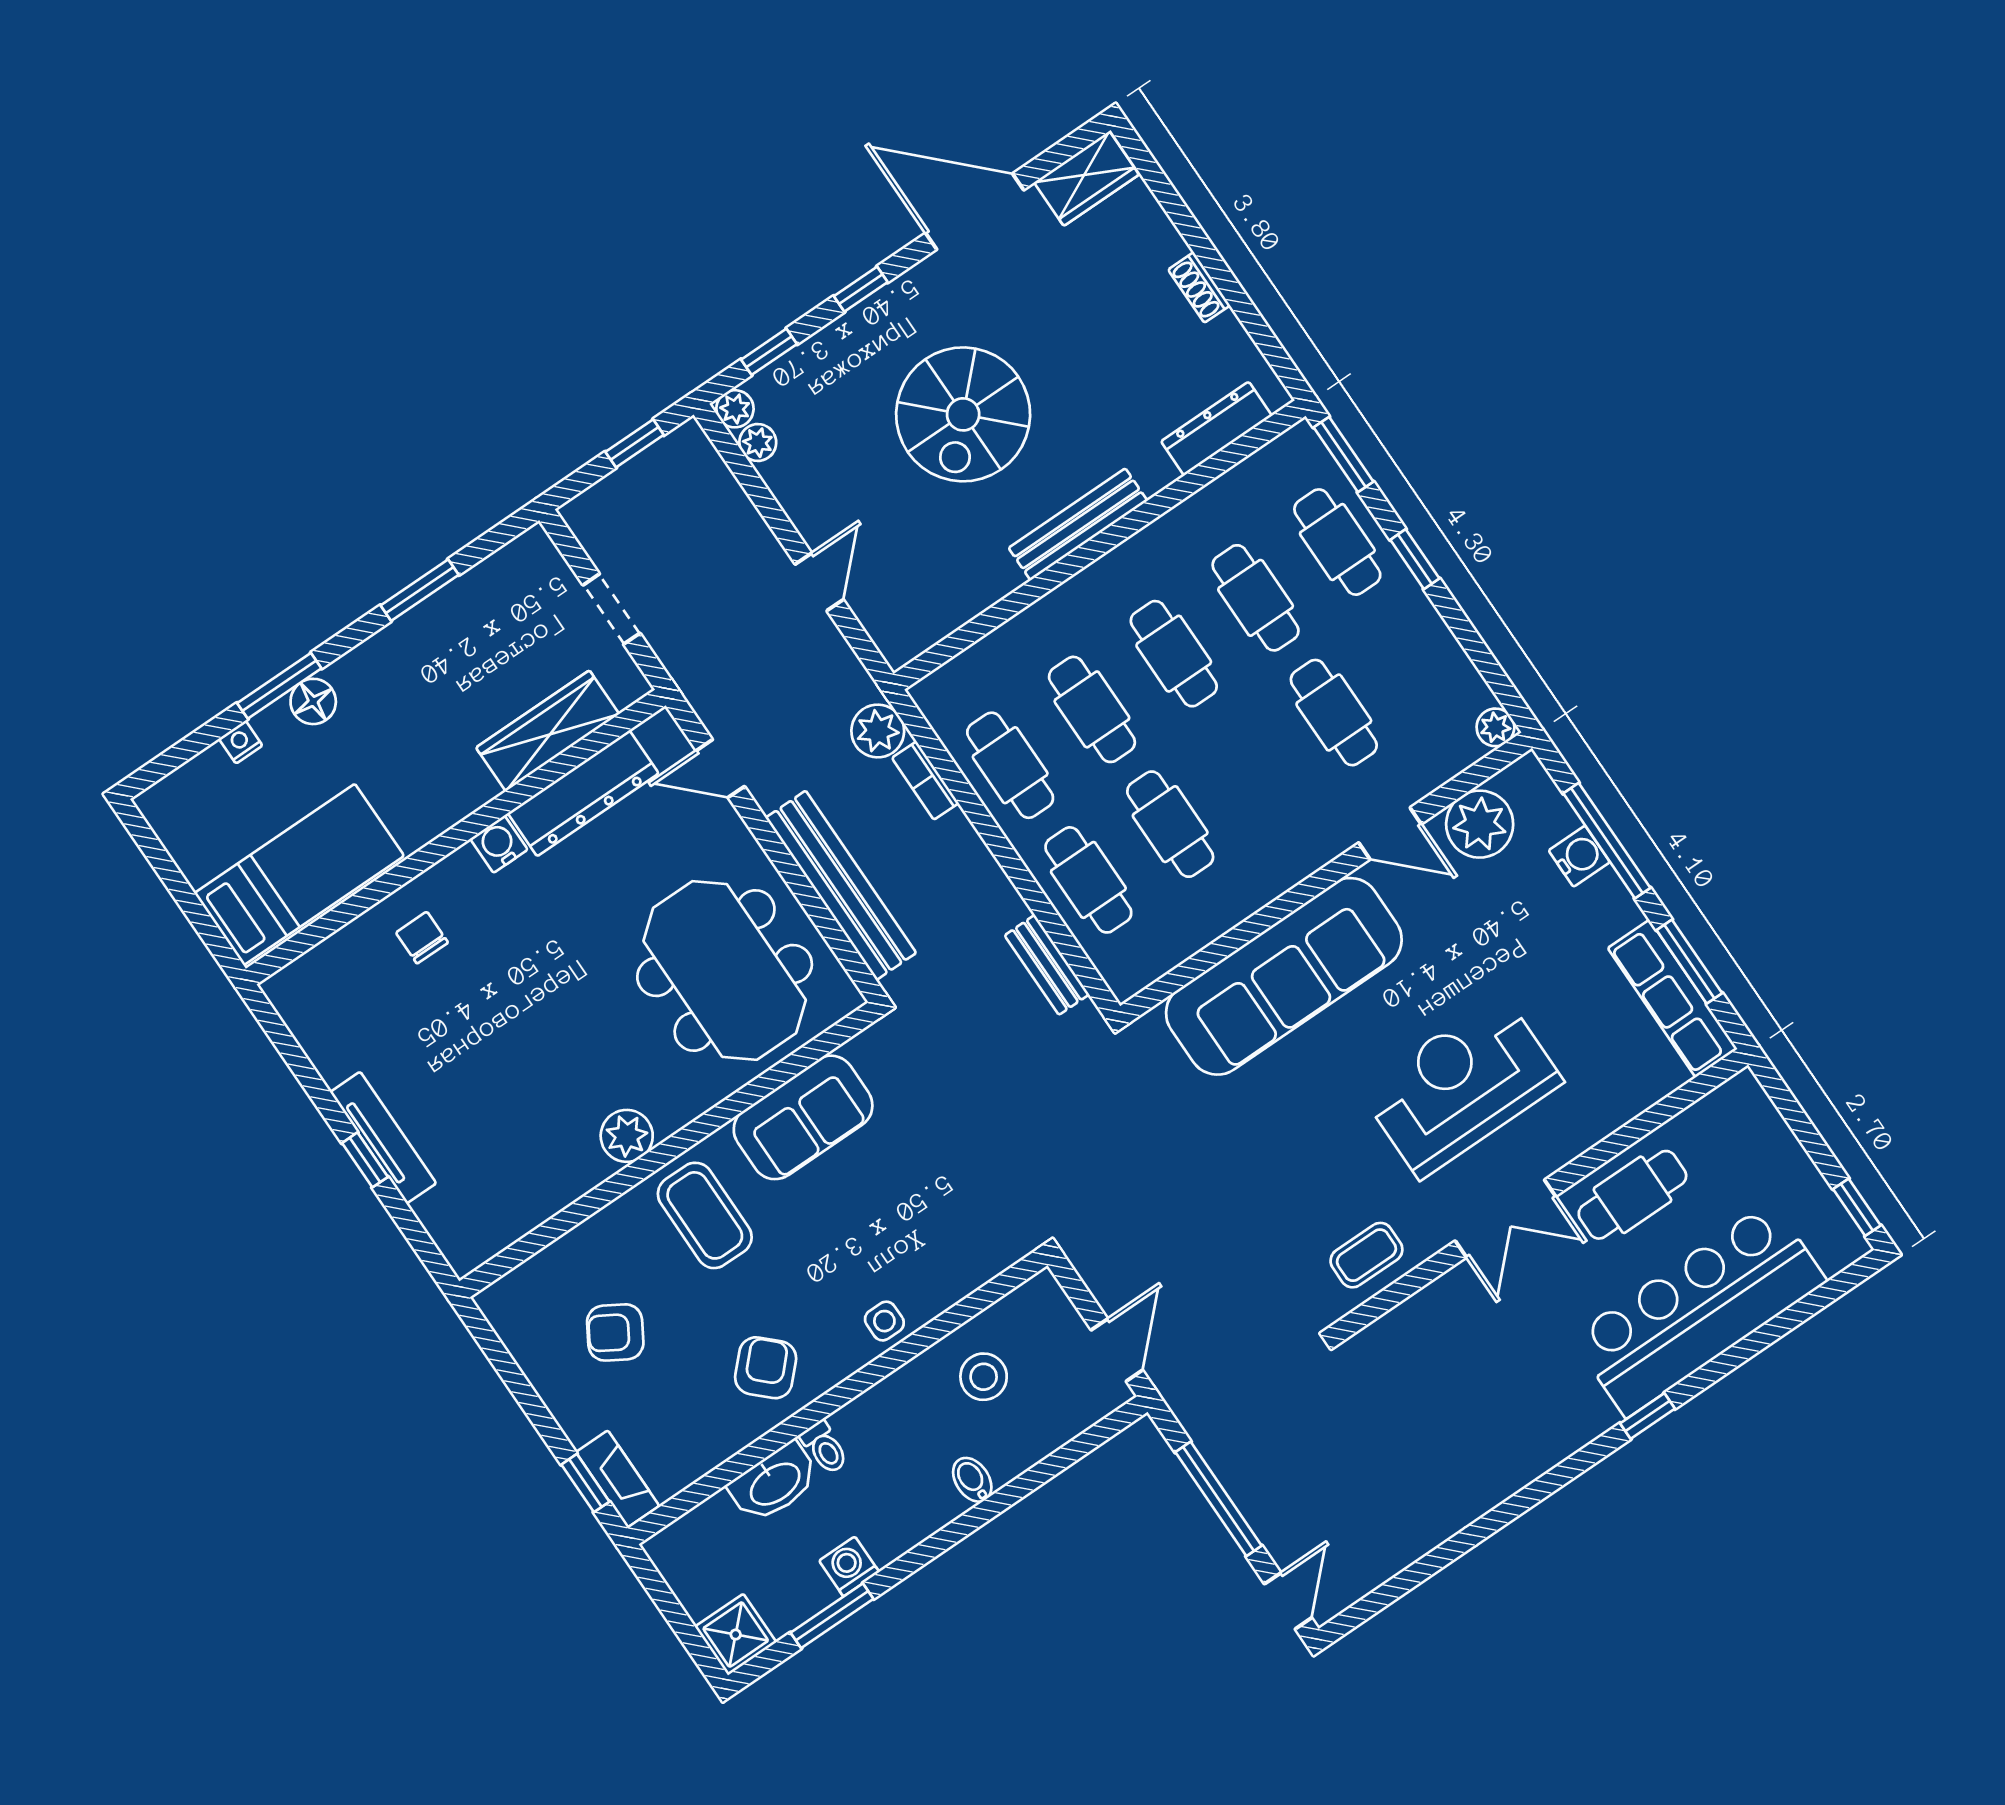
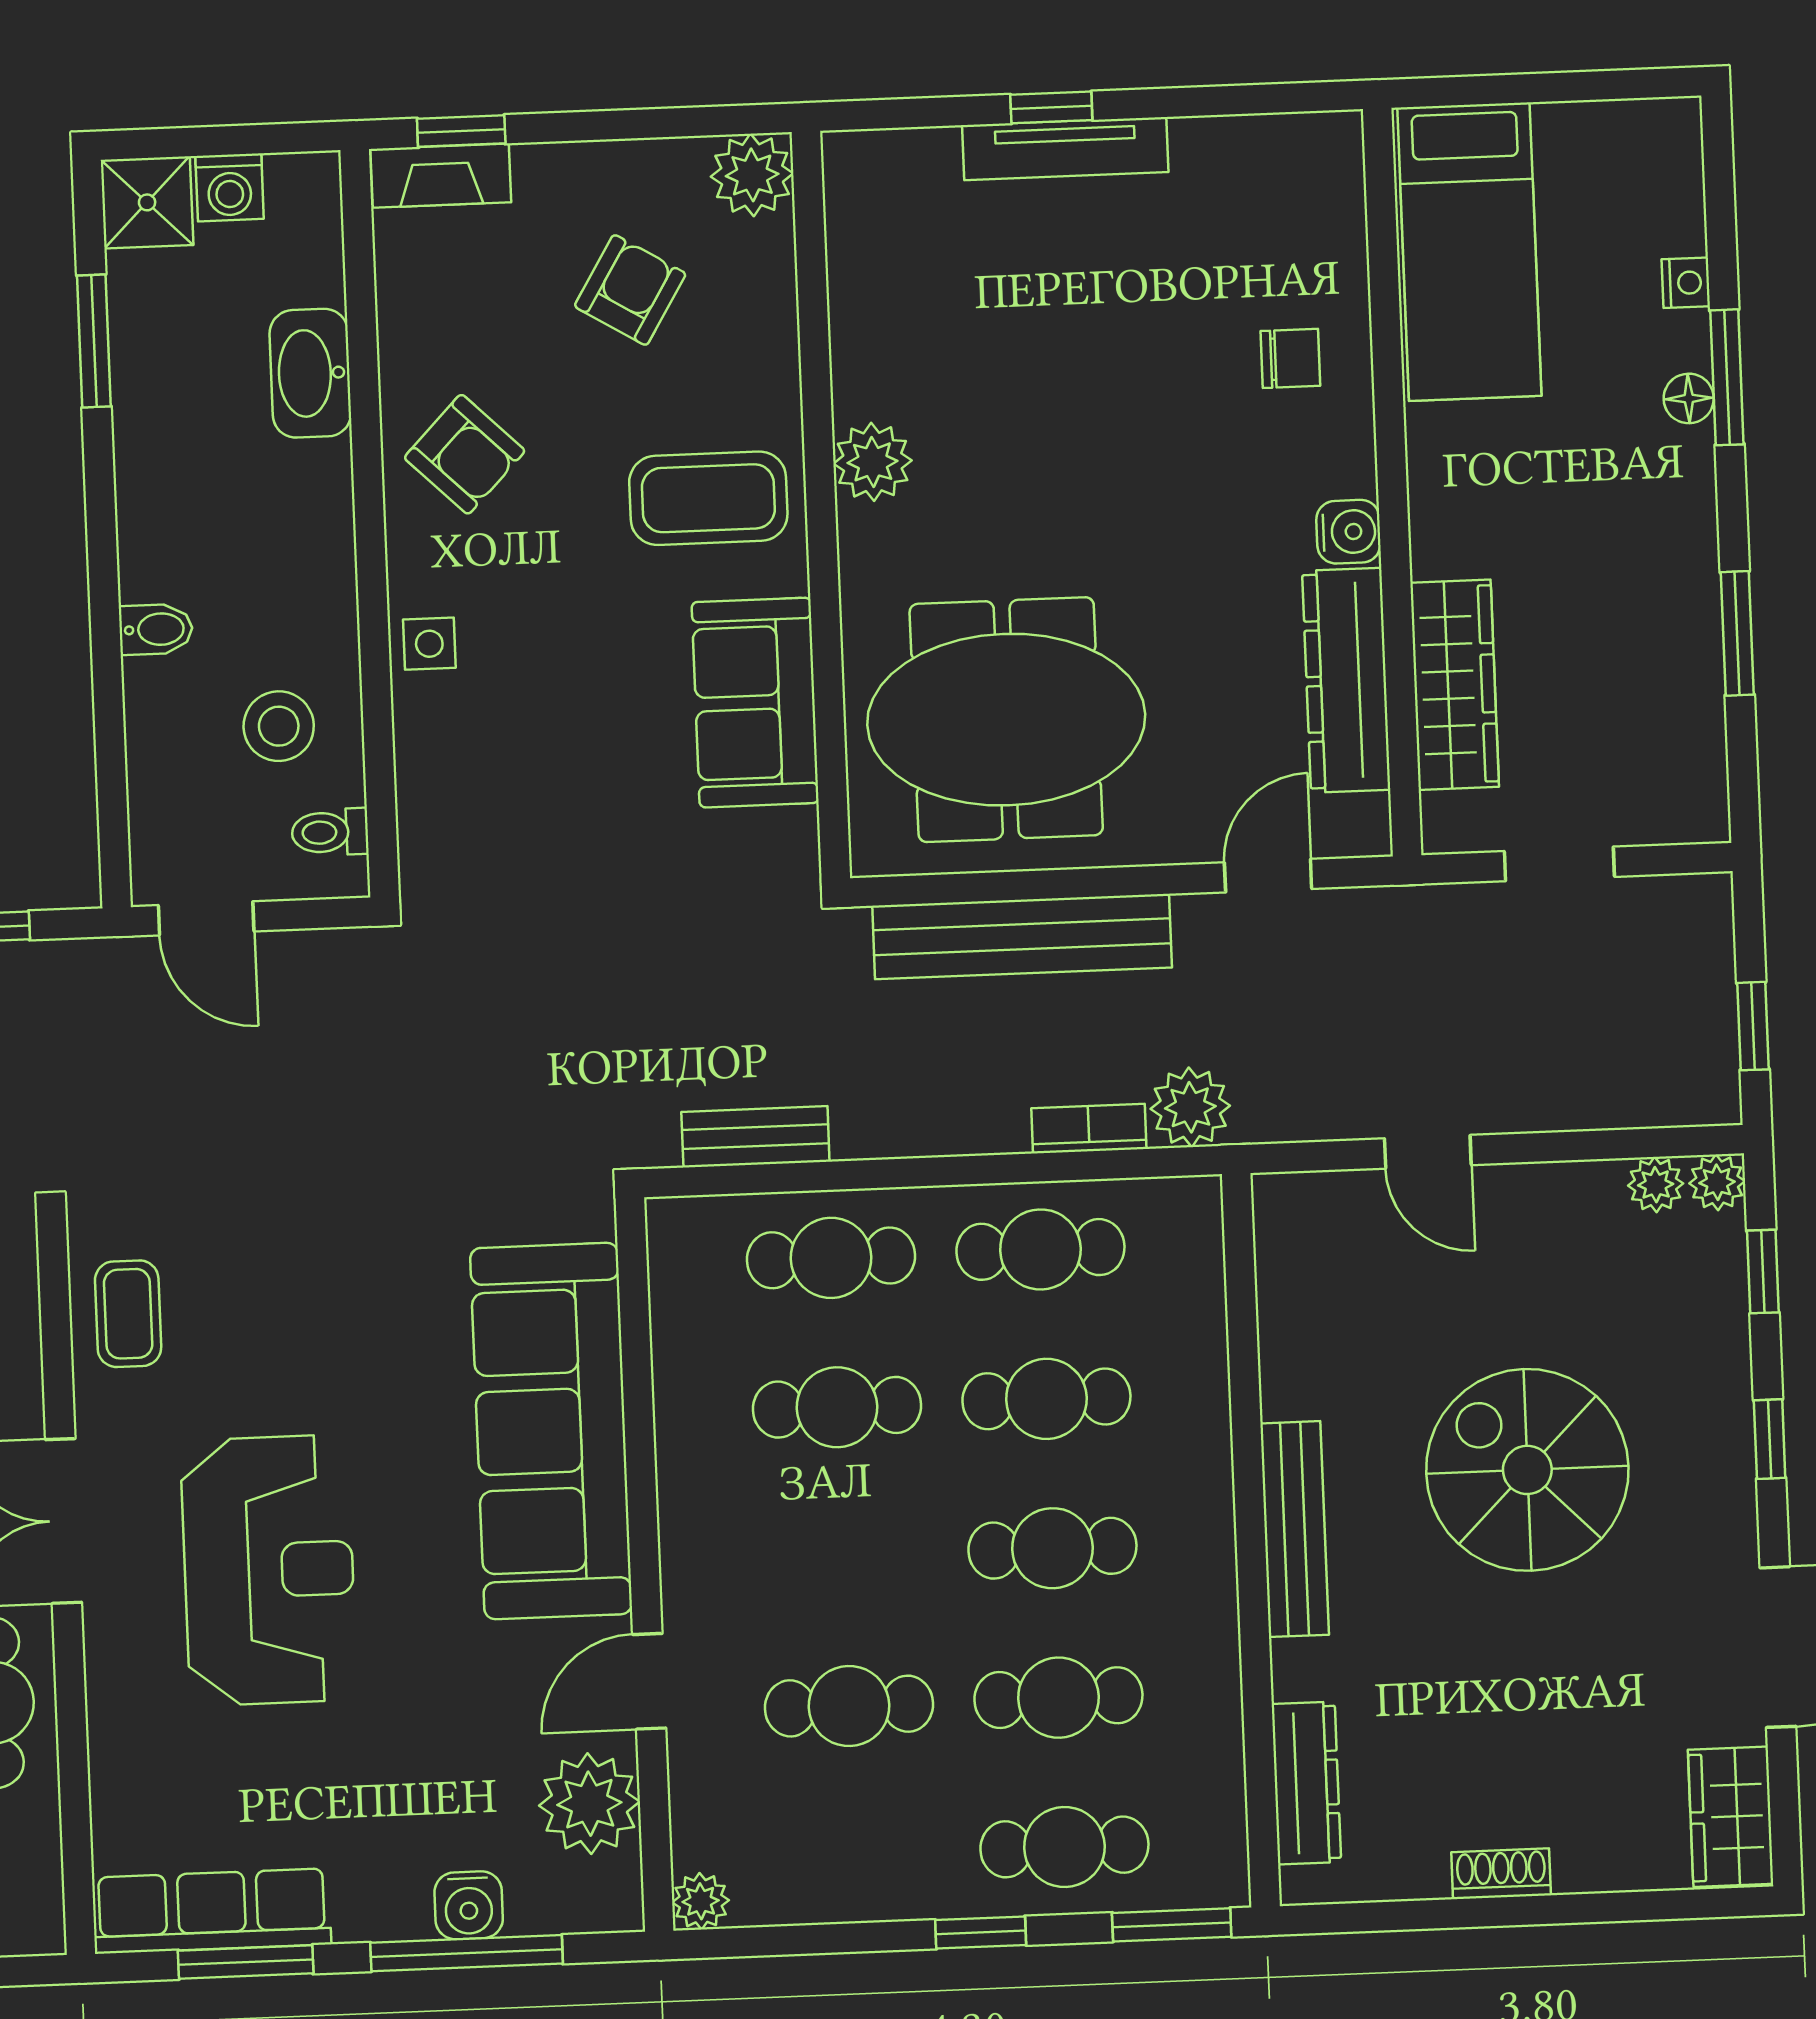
floor lamp: (313, 701) -> (1689, 398), width x0.73, depth x0.73
plant: (508, 1304) -> (752, 175), added
toilet: (825, 1448) -> (330, 832), moved
washing machine: (849, 1566) -> (230, 187), moved, turned 90

